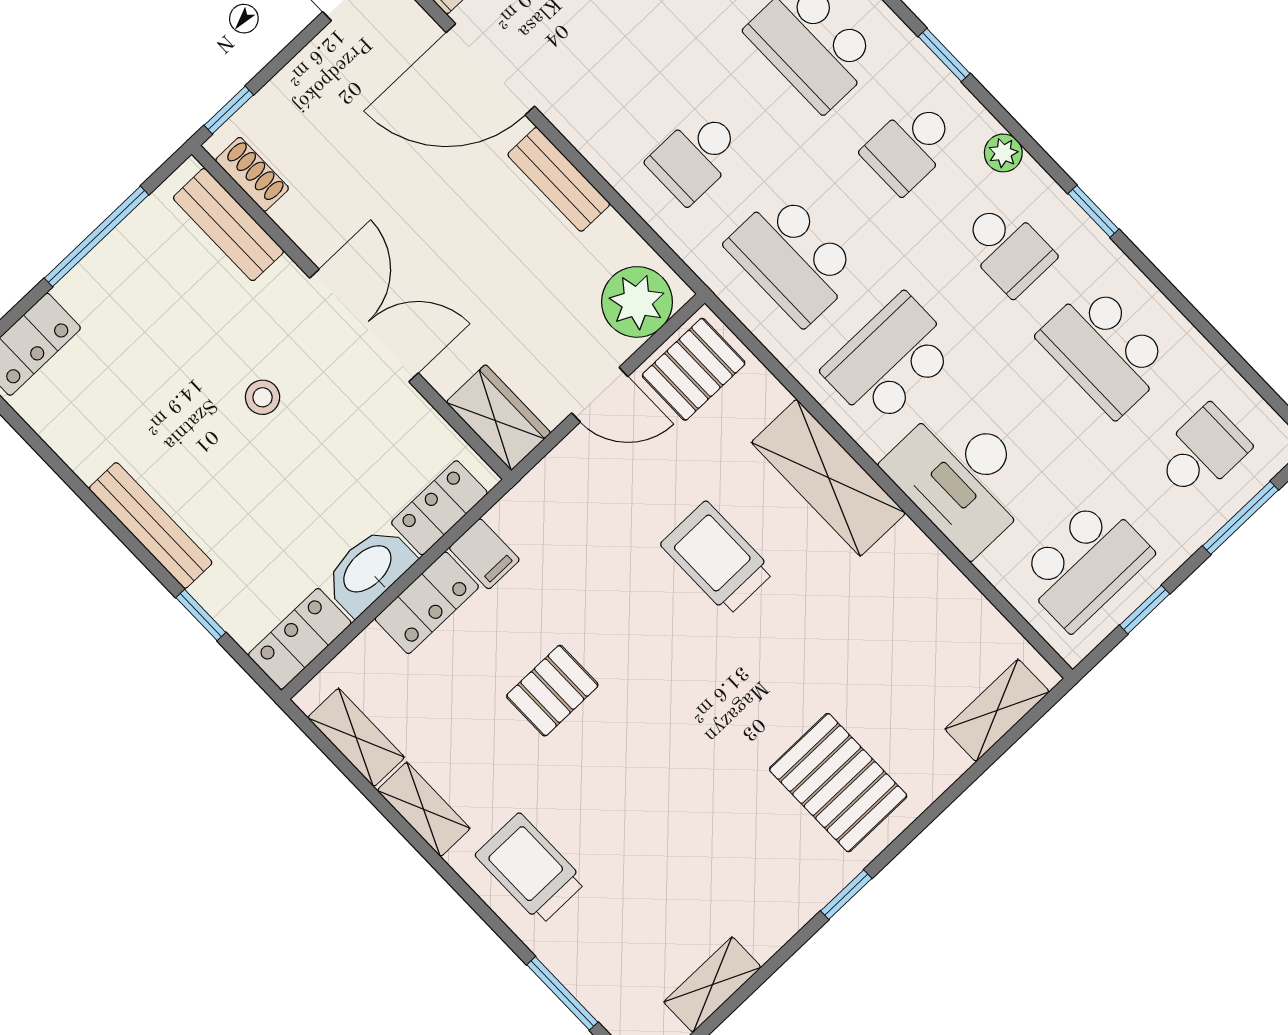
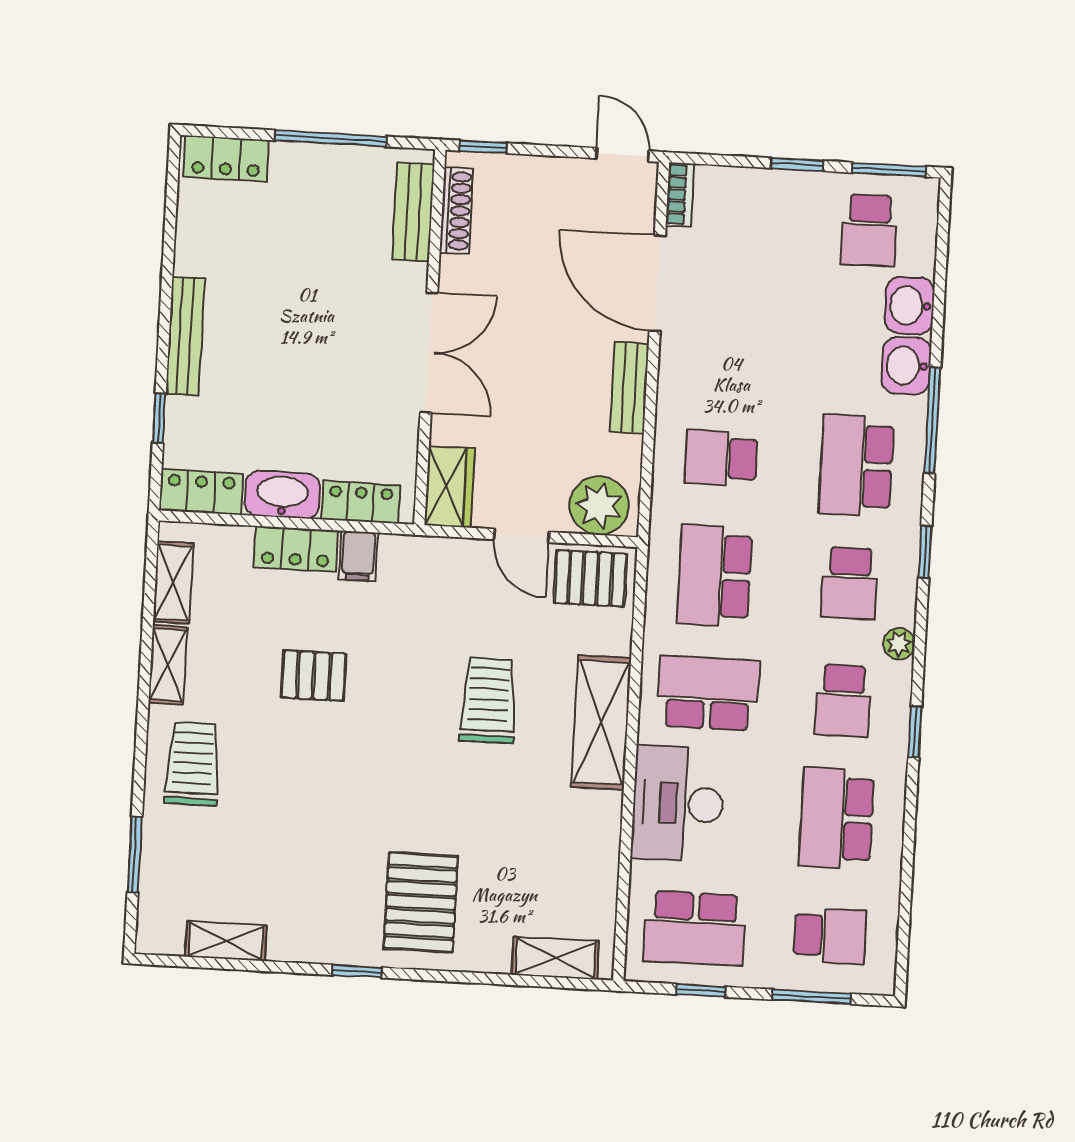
school desk: (910, 147) -> (850, 583), turned -90
shoe rack: (252, 174) -> (457, 211), width x1.43
stool: (263, 397) -> (327, 331), removed

